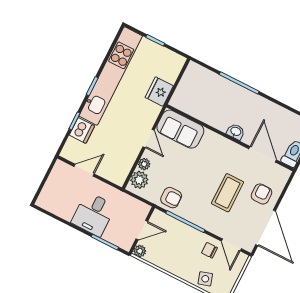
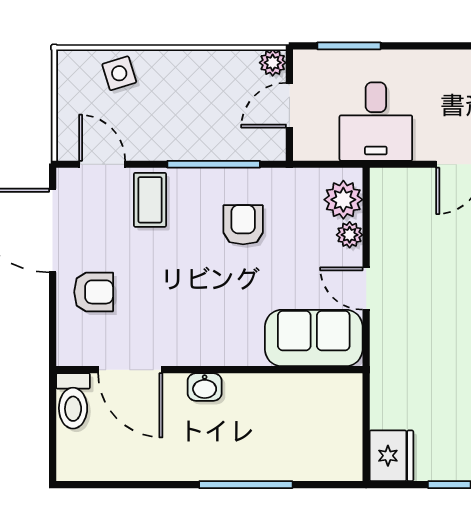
fridge: (159, 92) -> (391, 456), moved
coffee table: (228, 193) -> (150, 200), moved, width x0.73, depth x0.77
armchair: (261, 194) -> (94, 292), turned -90
armchair: (171, 198) -> (243, 225), moved, turned 90
desk: (93, 214) -> (376, 122), moved, turned 180
chair: (209, 250) -> (139, 132), removed

